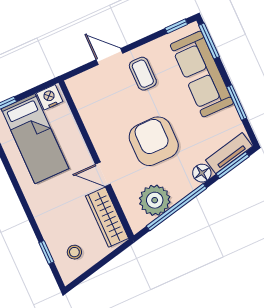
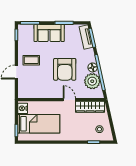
sofa: (202, 74) -> (49, 33), width x0.73
armchair: (154, 141) -> (65, 69), turned -90
floor lamp: (202, 173) -> (93, 67), moved
door: (103, 174) -> (69, 100), swing flipped

